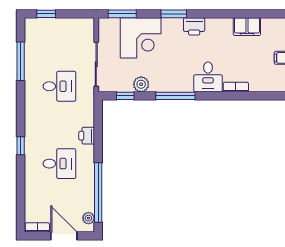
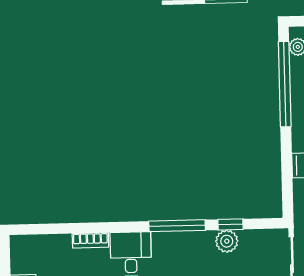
window: (125, 96) -> (231, 224), moved

